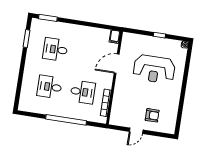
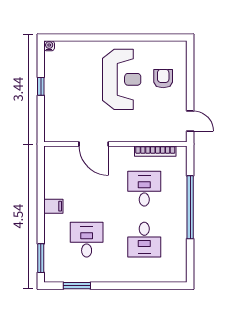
filing cabinet: (115, 37) -> (53, 206), moved
desk: (55, 49) -> (87, 240), turned 180
reception desk: (154, 69) -> (122, 79), moved
door: (136, 131) -> (190, 121), moved

